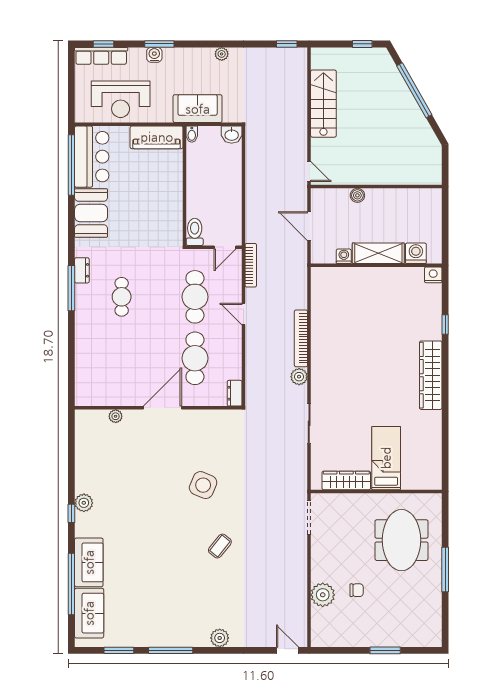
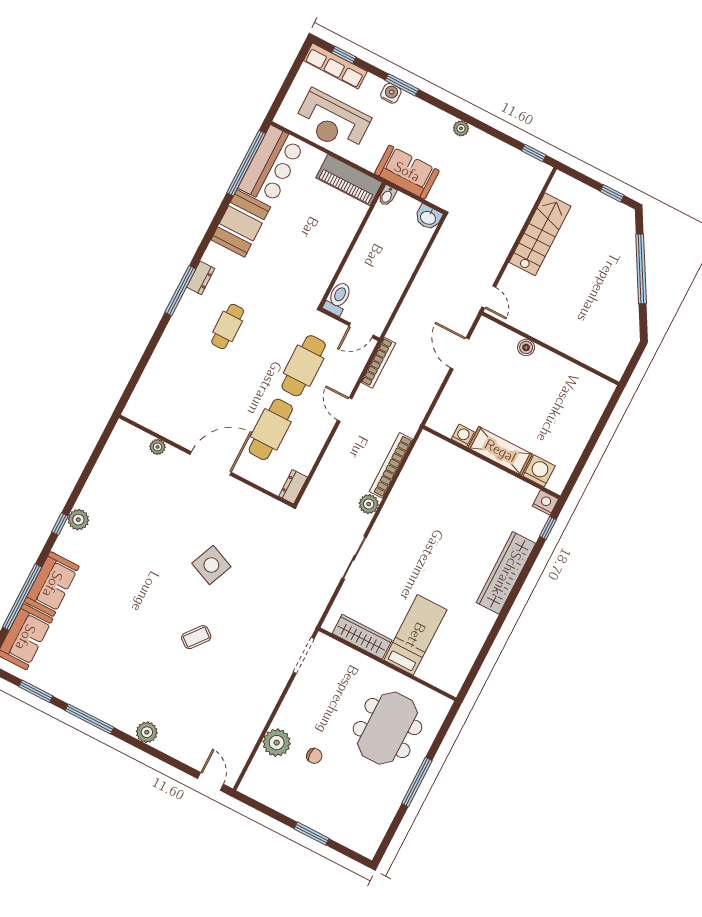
shelving: (378, 253) -> (500, 451), moved
washing machine: (416, 253) -> (539, 471), moved
washing machine: (344, 256) -> (463, 436), moved
wall: (376, 265) -> (492, 462), moved
nightstand: (433, 275) -> (545, 503), moved

